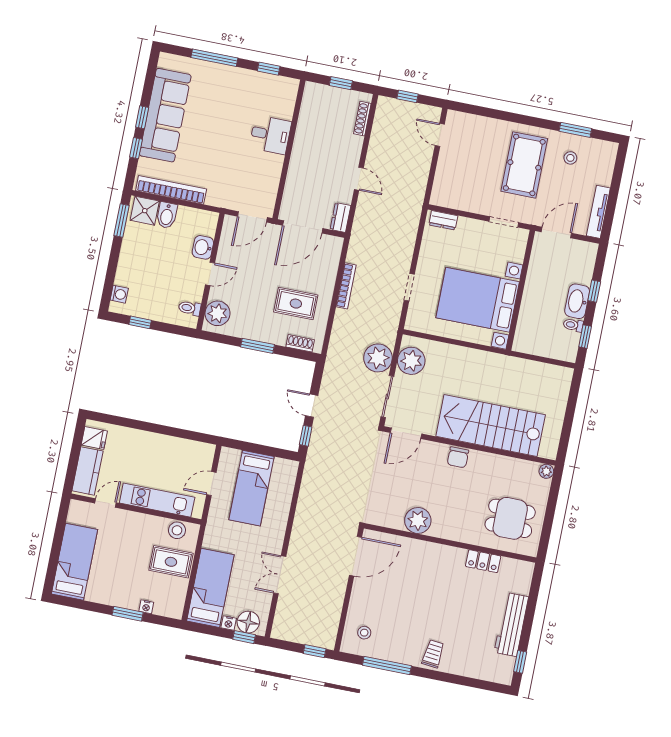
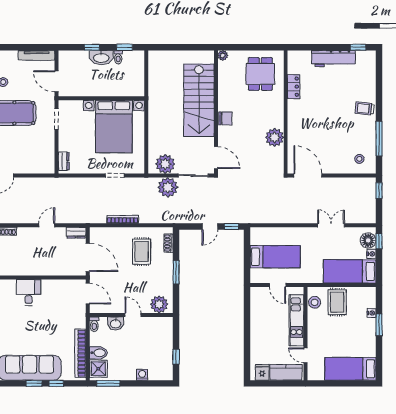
washing machine: (119, 294) -> (142, 375), moved
toilet: (190, 308) -> (94, 324), moved
double door: (280, 575) -> (331, 225), swing flipped

